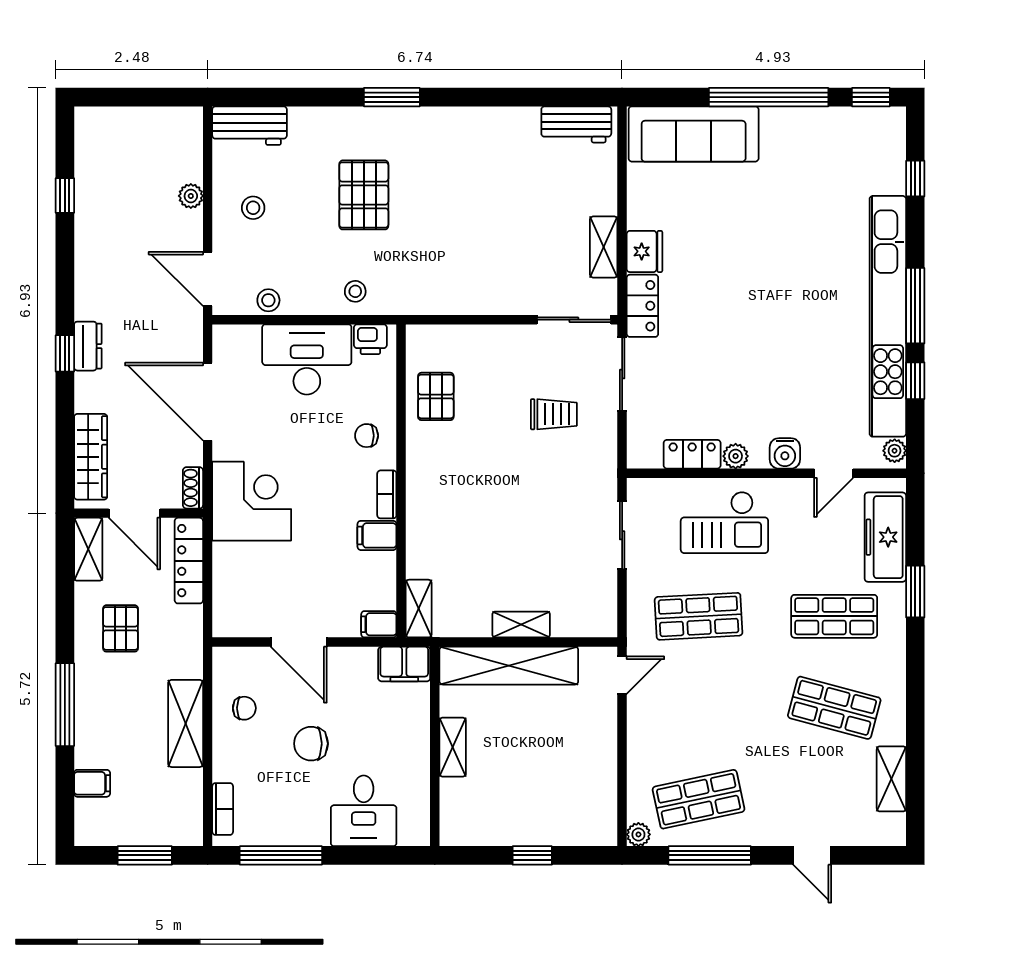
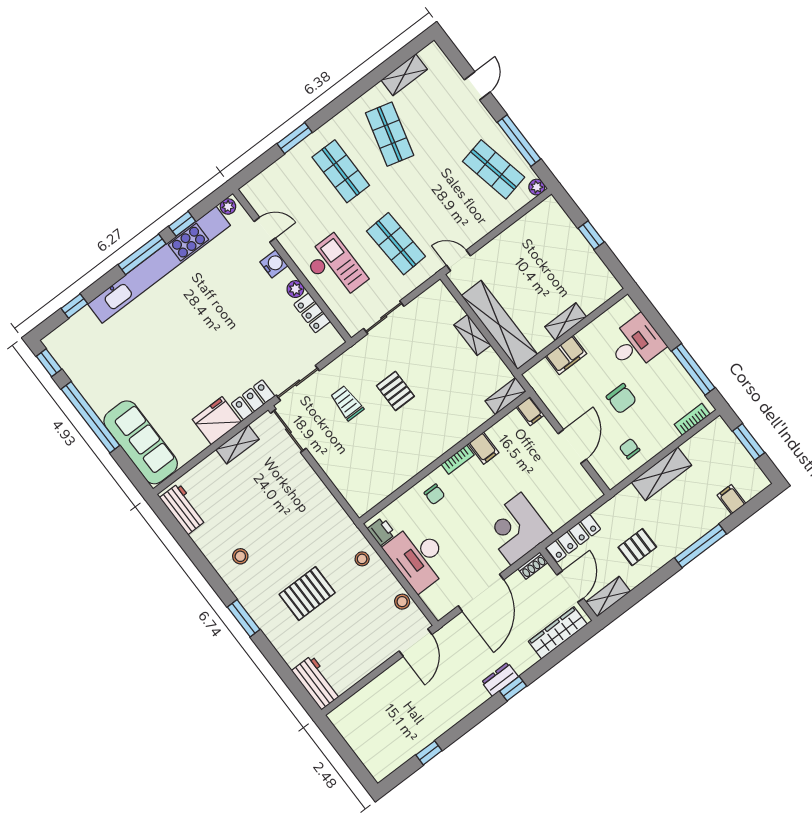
plant: (191, 196) -> (378, 685), removed
stool: (253, 208) -> (240, 556), moved
fridge: (645, 251) -> (217, 421), width x1.36, depth x1.34
pallet: (436, 396) -> (395, 391), moved, turned 90
freezer: (885, 537) -> (278, 176), removed
filing cabinet: (404, 664) -> (566, 355), moved, turned 90

